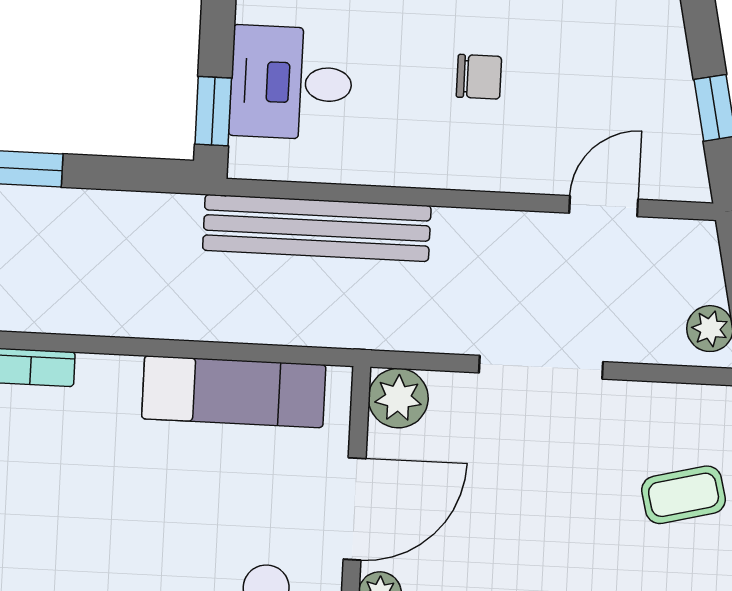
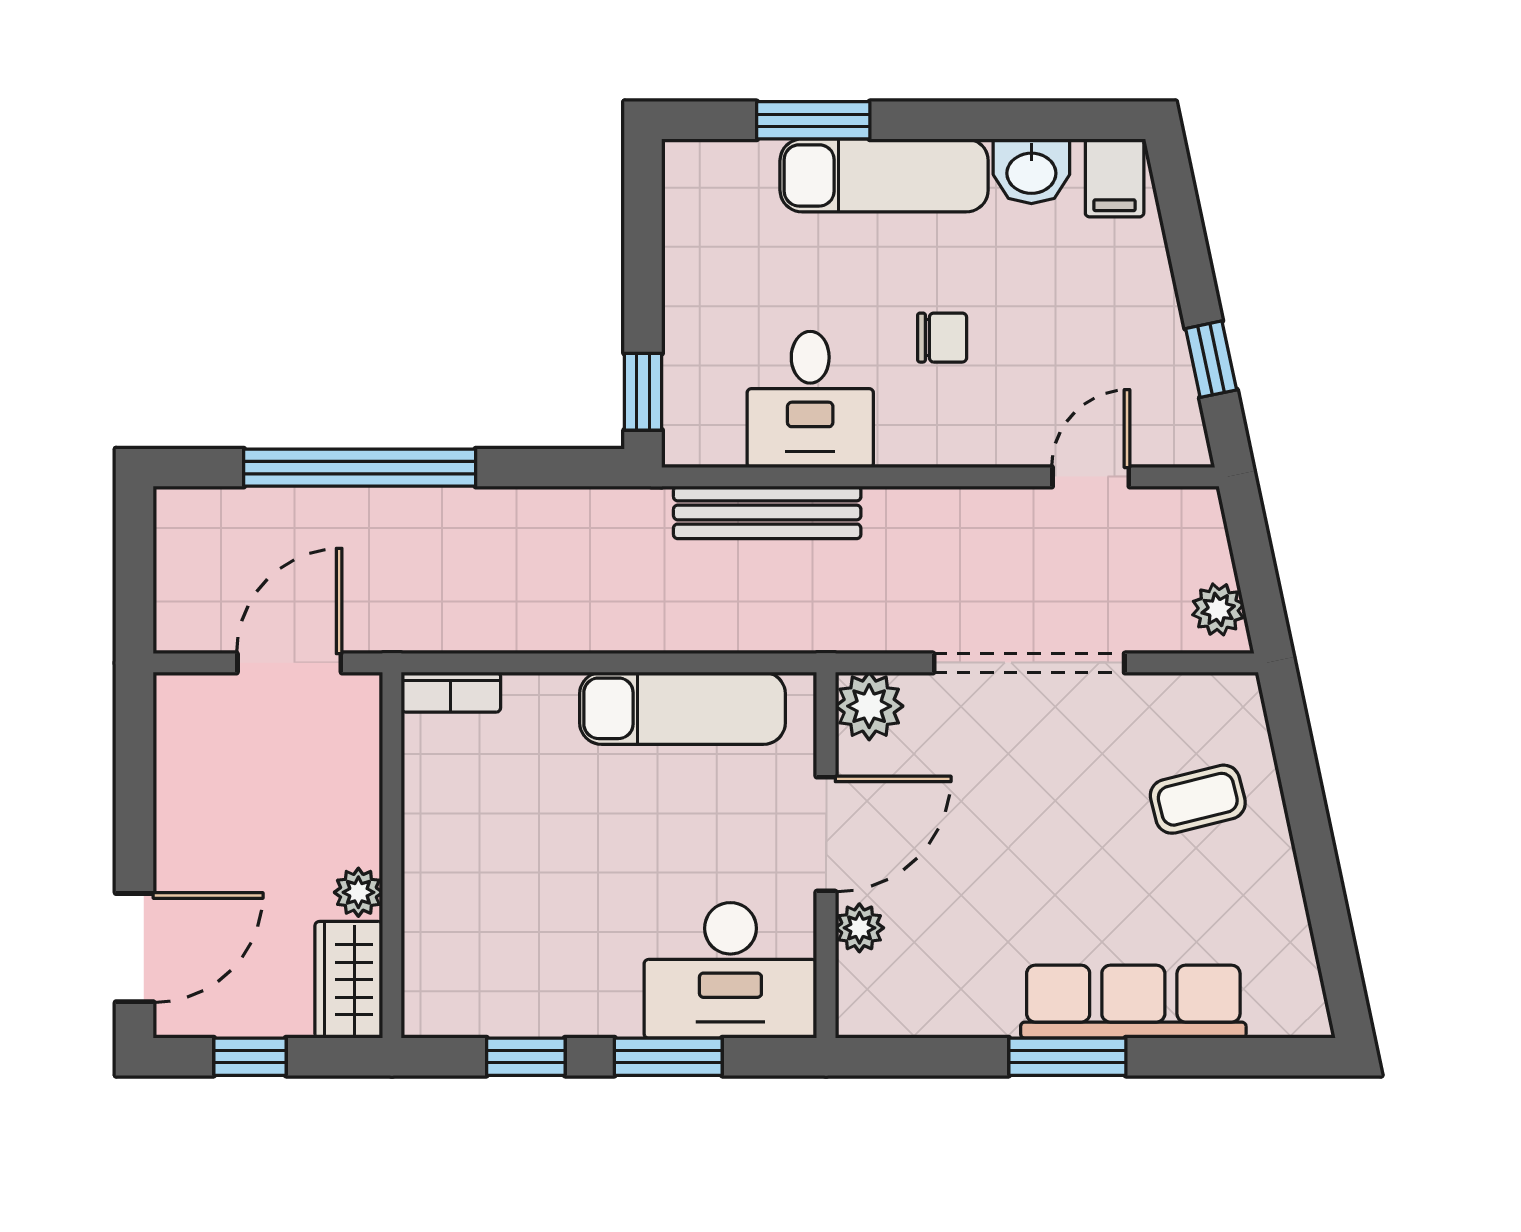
desk: (291, 83) -> (810, 400), moved, turned -90
bench: (317, 228) -> (767, 512), width x0.73, depth x0.82
doorway: (541, 367) -> (1029, 663), width x1.36

